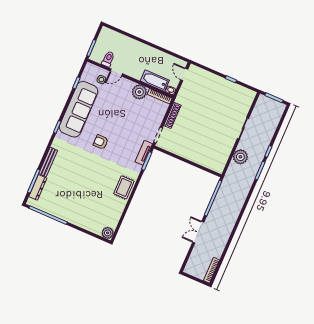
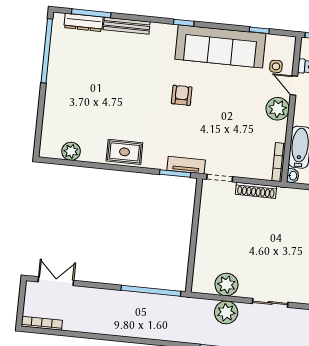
plant: (139, 92) -> (278, 109), moved
plant: (224, 151) -> (226, 285), added
double door: (198, 232) -> (56, 281), moved
plant: (108, 233) -> (71, 151), moved

